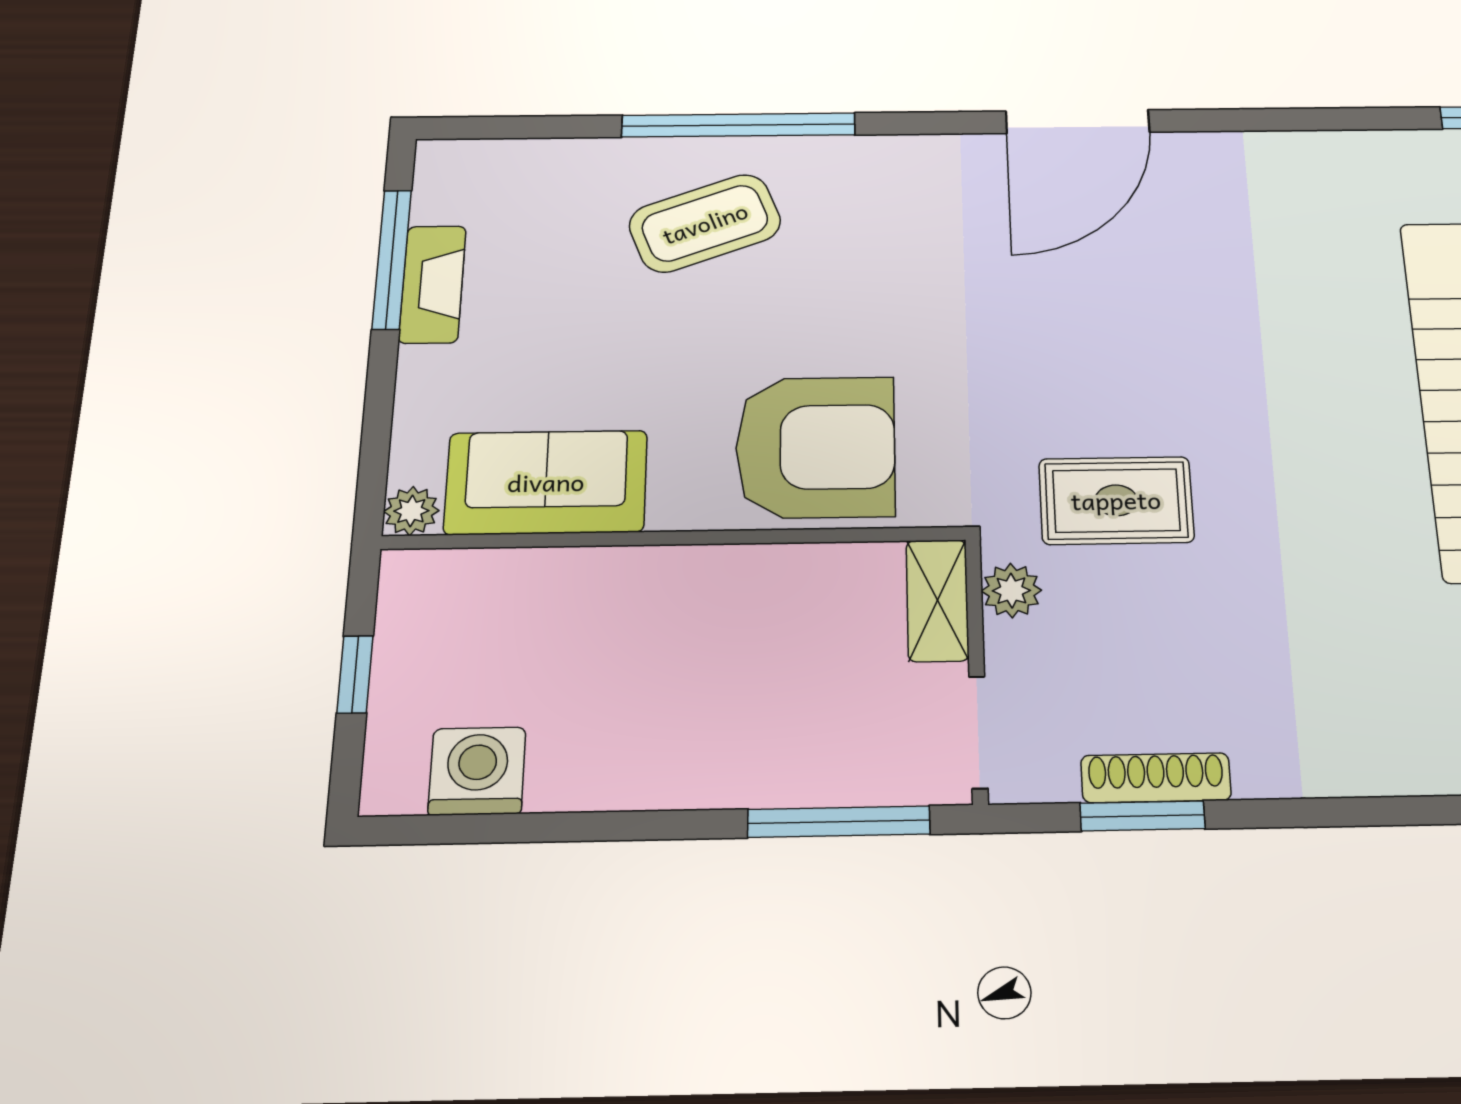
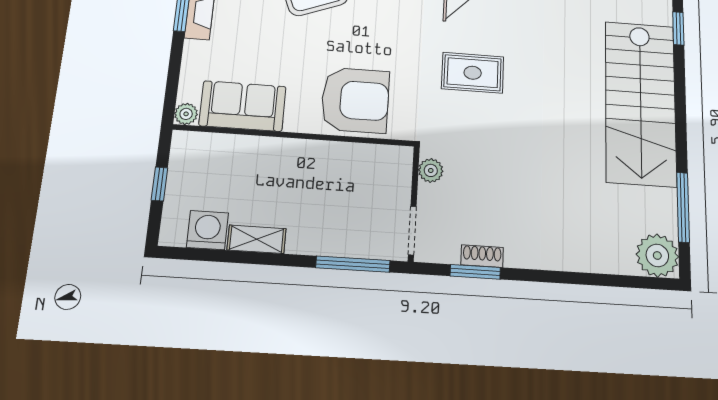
rug: (1116, 500) -> (473, 73), moved
shelving: (937, 600) -> (257, 239), moved, turned 90
shoe rack: (1156, 778) -> (482, 256), width x0.70

